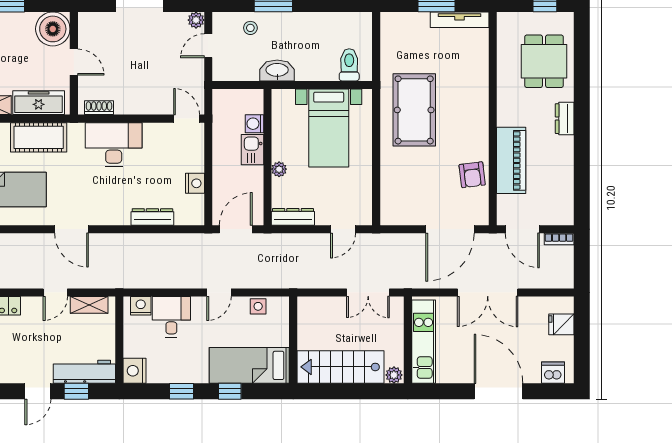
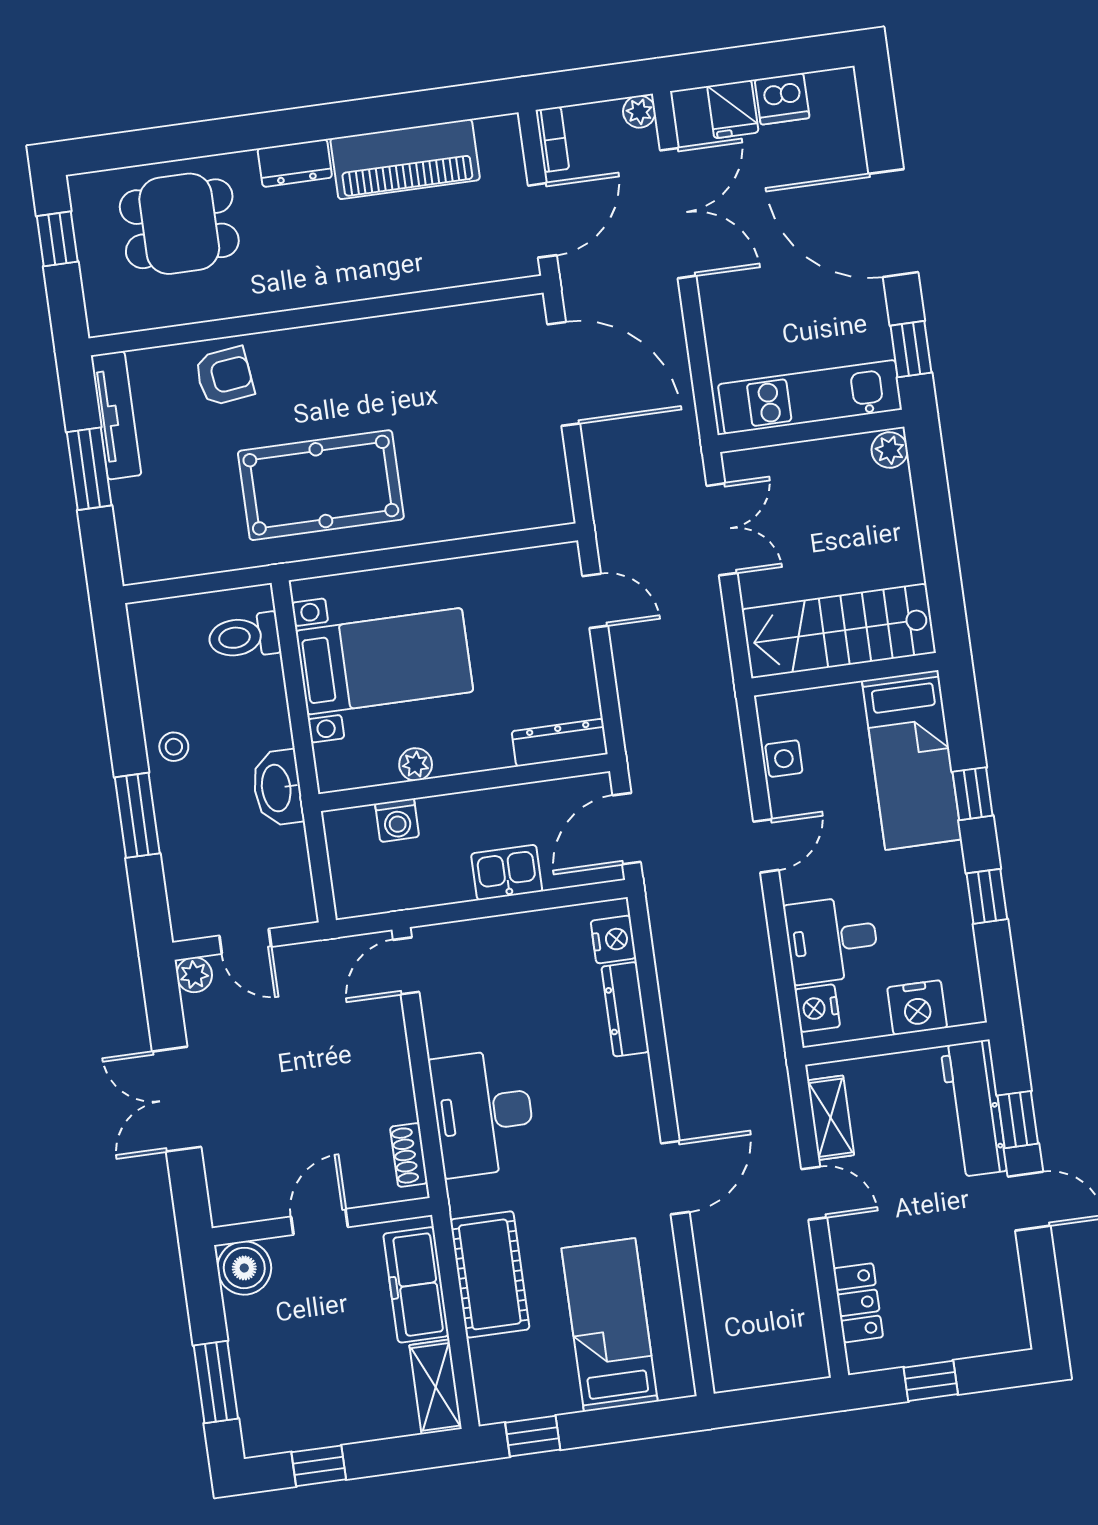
stool: (250, 28) -> (174, 747), moved
boiler: (53, 29) -> (244, 1268), width x0.73, depth x0.73
kitchen sink: (252, 150) -> (507, 872), moved, turned 180
piano: (511, 160) -> (405, 159), moved, turned 180
plant: (279, 169) -> (416, 764), moved
armchair: (472, 175) -> (224, 376), moved
nightstand: (195, 183) -> (613, 939), moved, turned 90
dresser: (293, 217) -> (560, 743), moved, turned 90
door: (236, 229) -> (627, 829), hinge flipped
plant: (566, 281) -> (639, 112), added
door: (219, 292) -> (766, 846), hinge flipped
double door: (488, 292) -> (678, 213), moved
stairs: (341, 367) -> (839, 631), moved, turned 90
nightstand: (135, 371) -> (917, 1008), moved
dishwasher: (553, 373) -> (782, 99), moved, turned -90
window: (439, 391) -> (911, 349), added
door: (499, 391) -> (893, 223), hinge flipped

